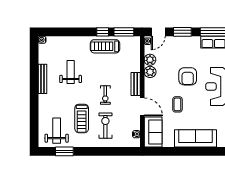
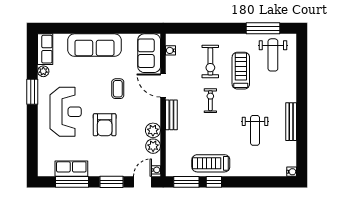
treadmill: (105, 46) -> (211, 163), turned 180
armchair: (188, 76) -> (105, 125), turned 180
window: (64, 151) -> (263, 28), width x1.44

